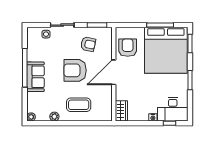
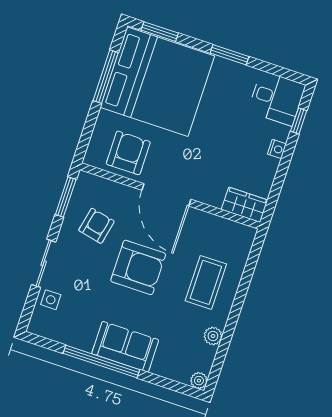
armchair: (128, 48) -> (128, 153), turned 90
armchair: (75, 70) -> (138, 267), turned -90
desk: (173, 109) -> (277, 98), width x0.73

